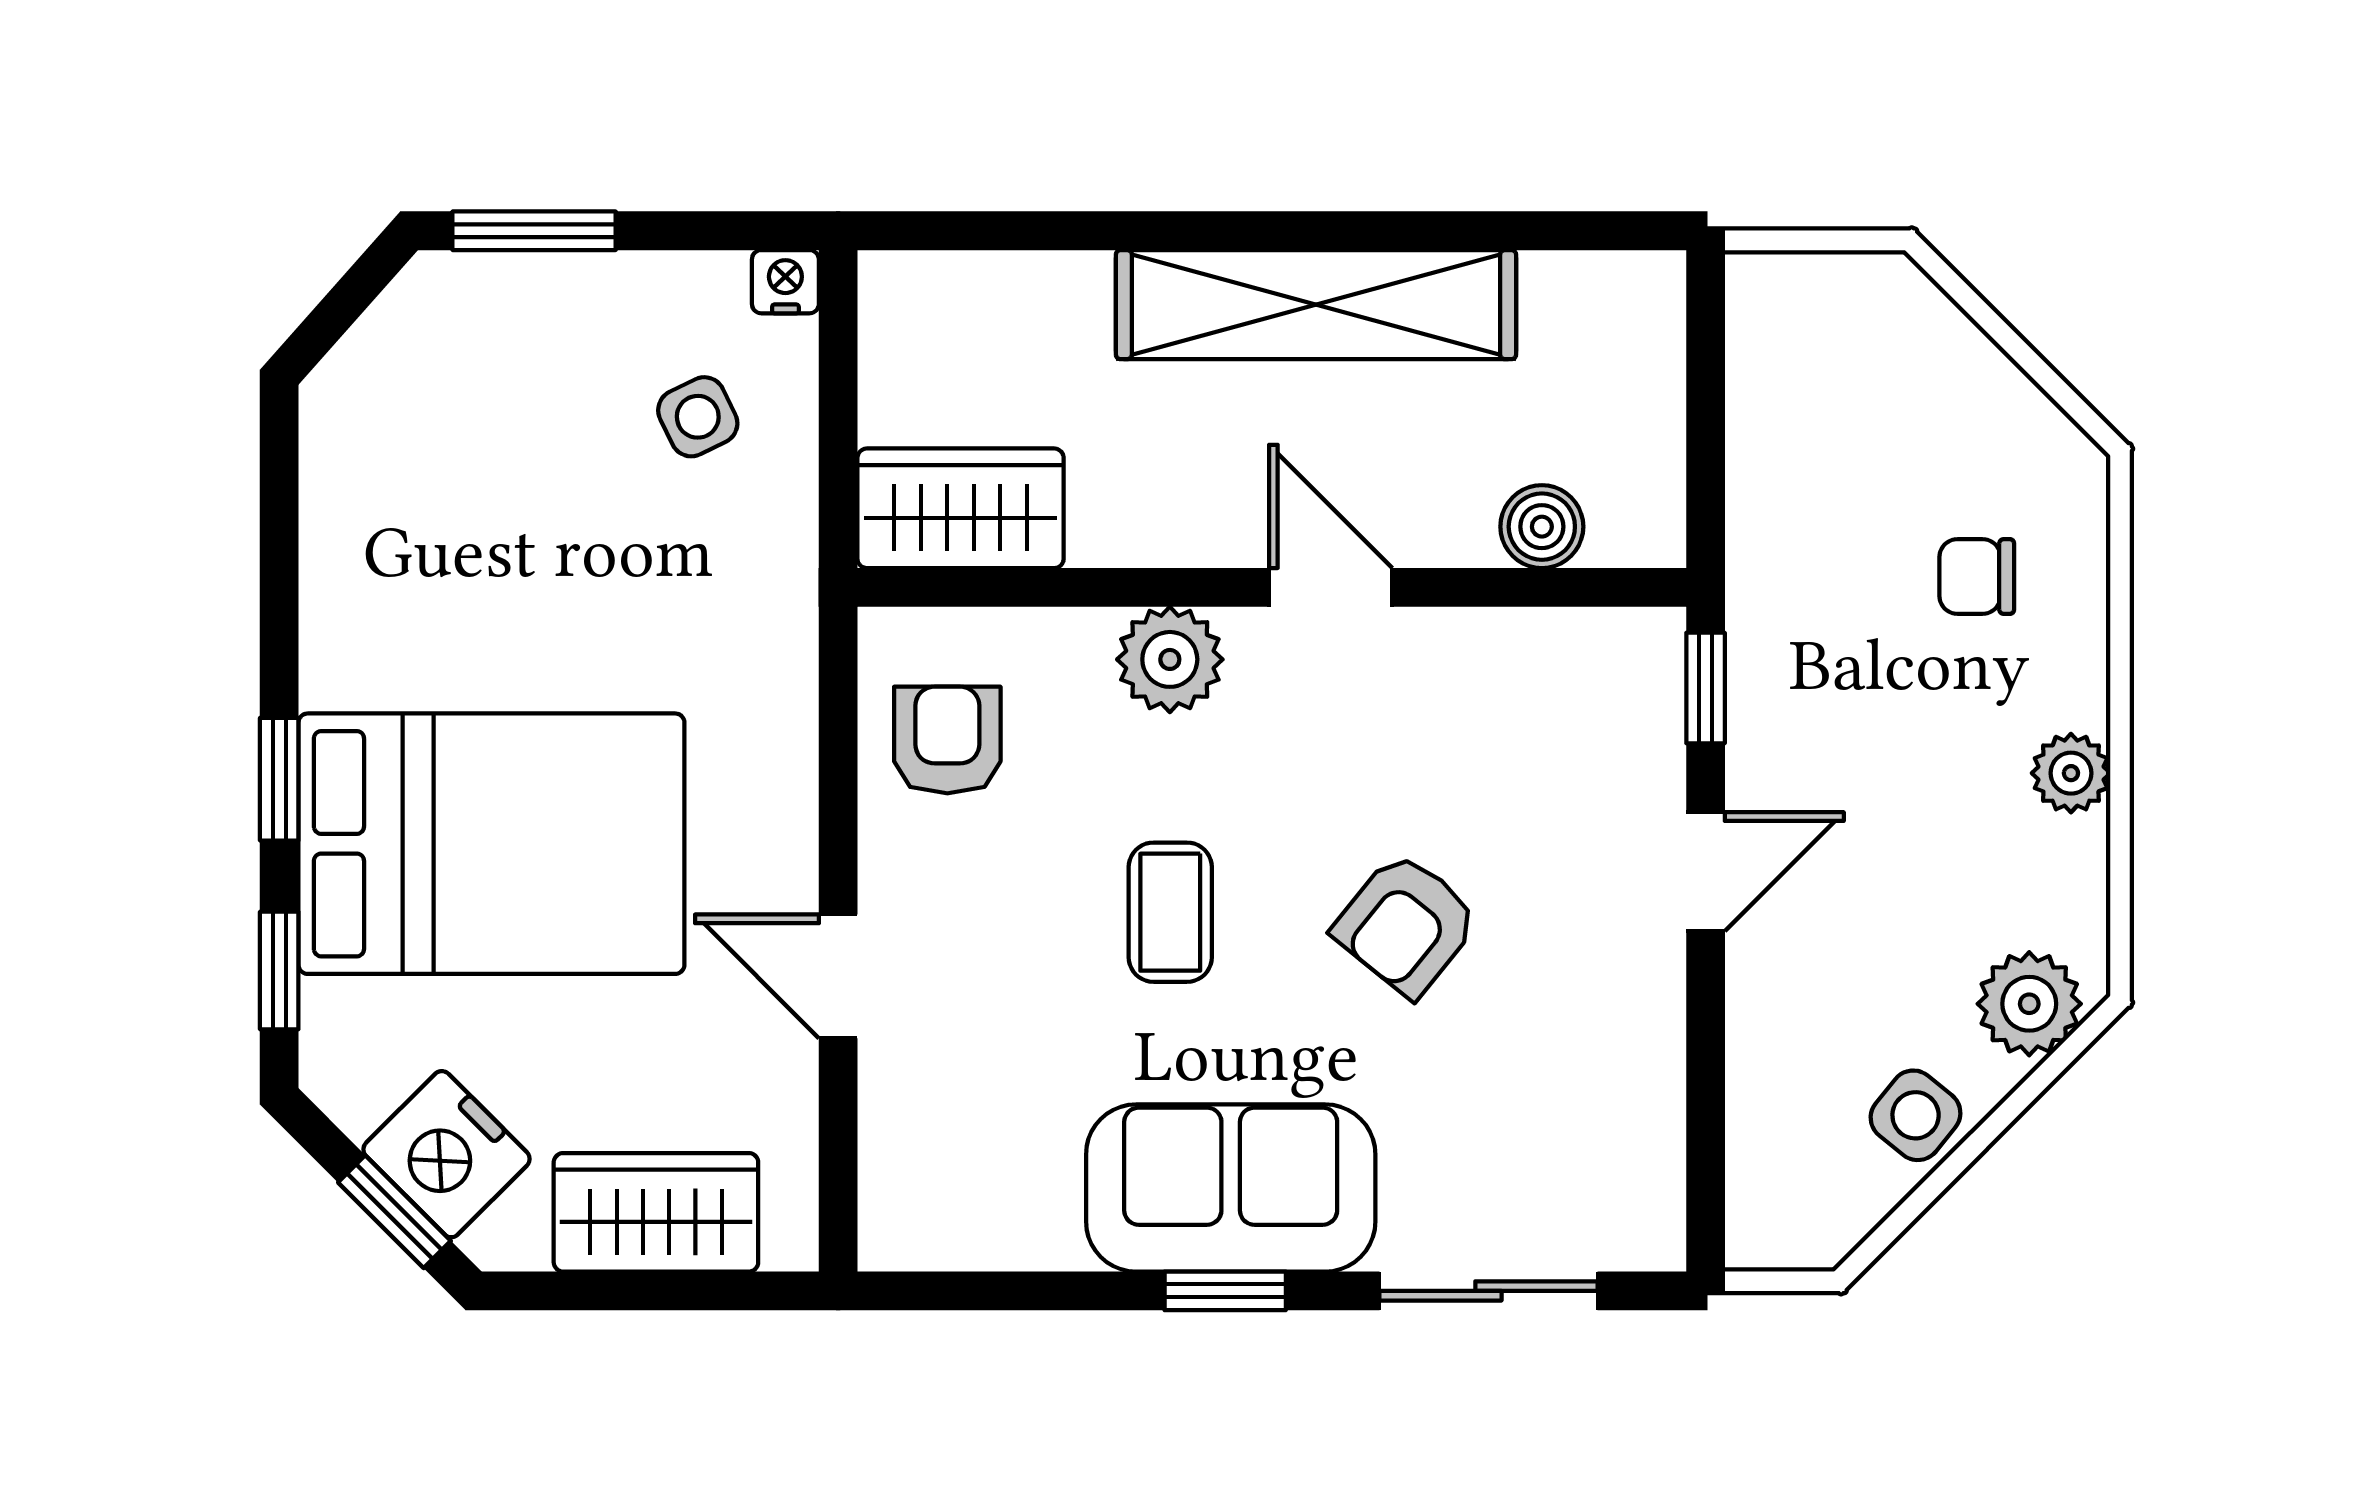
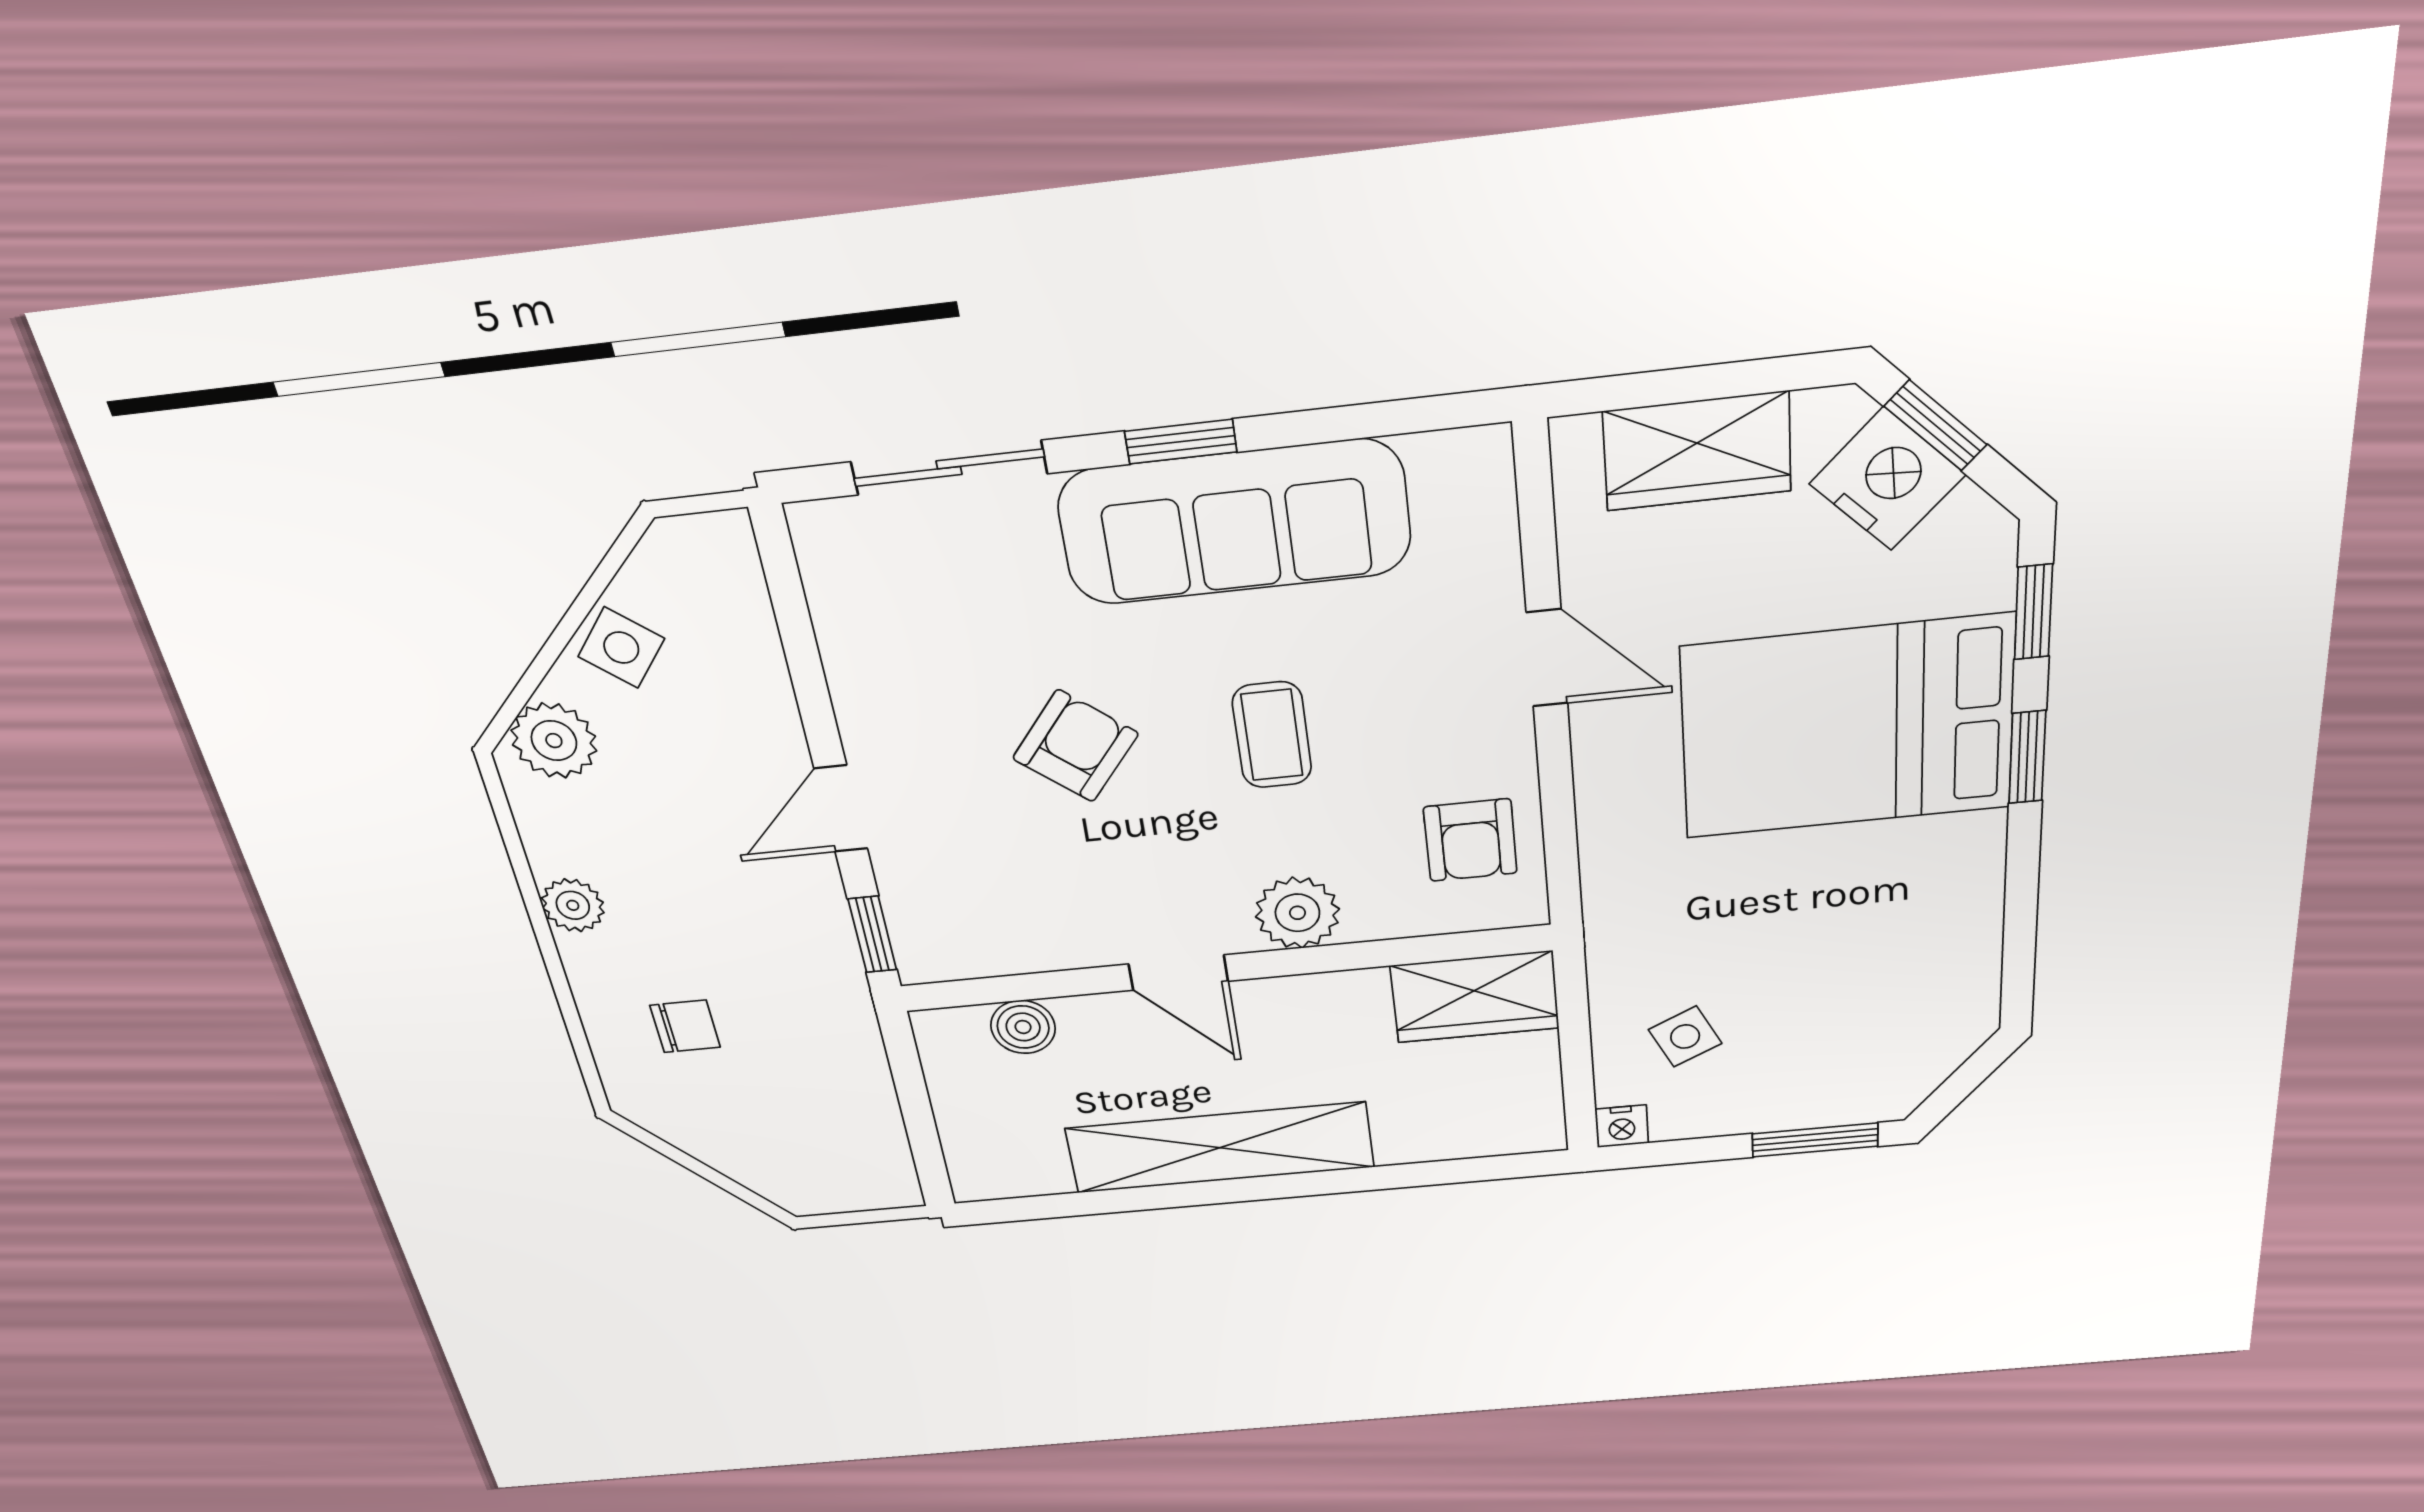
sofa: (1231, 1188) -> (1235, 522), width x1.36

